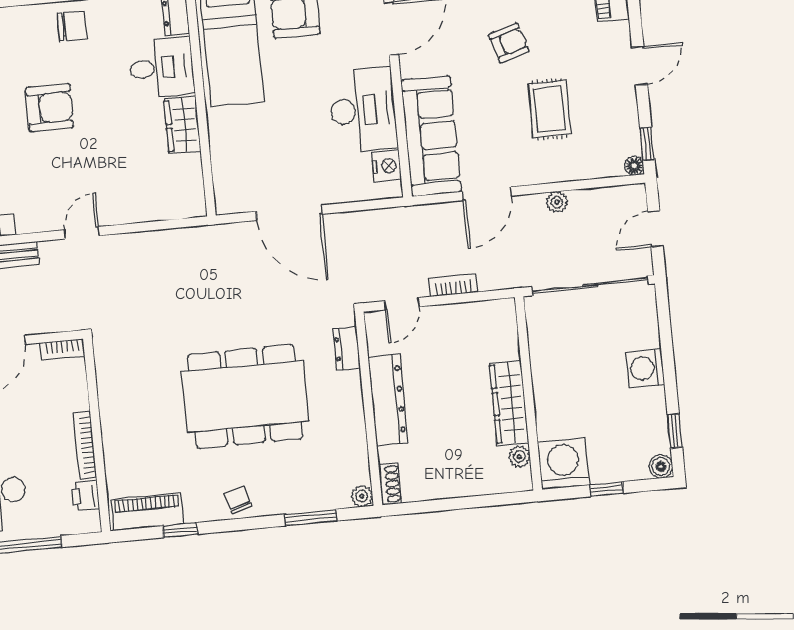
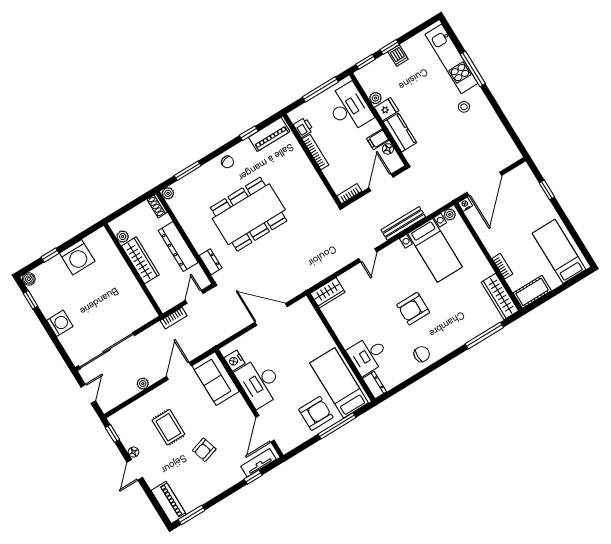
chair: (72, 26) -> (422, 354), turned 180
wardrobe: (182, 125) -> (328, 293), moved, turned 90
sofa: (431, 136) -> (216, 379), width x0.73
floor lamp: (634, 166) -> (133, 452), moved
wall: (528, 393) -> (133, 270), moved
wardrobe: (509, 403) -> (140, 260), moved
plant: (519, 457) -> (123, 237), moved

